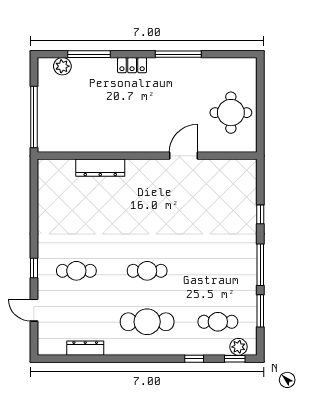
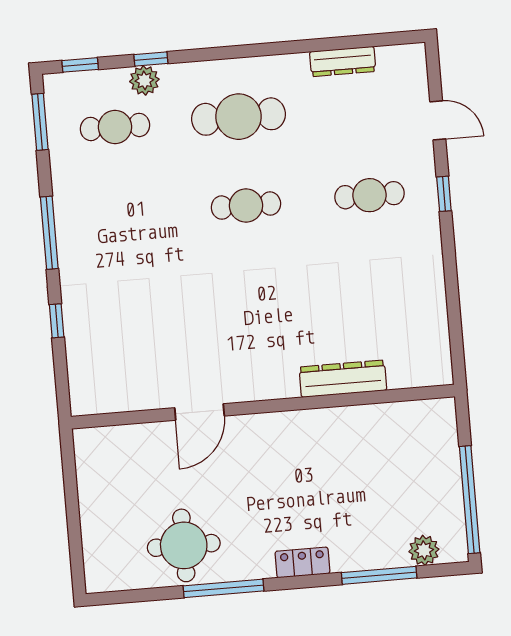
round table: (231, 113) -> (184, 545), moved
window: (34, 117) -> (470, 500), moved
window: (260, 311) -> (40, 122), moved
plant: (238, 347) -> (144, 80), moved

